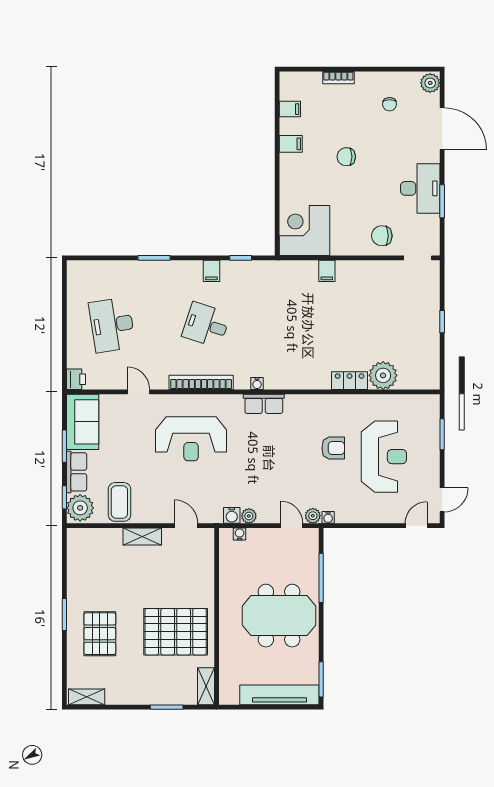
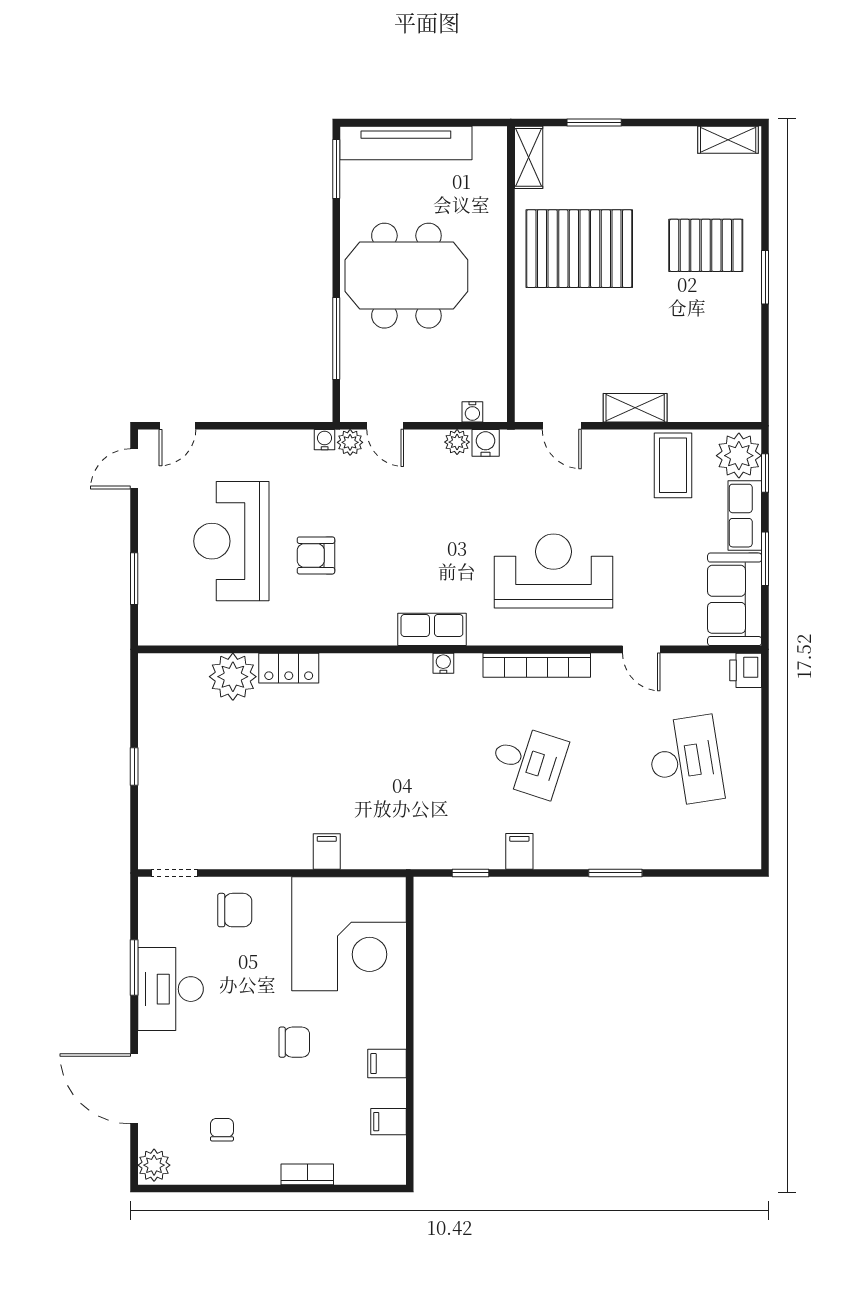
corner desk: (304, 231) -> (349, 934), width x1.36, depth x1.36
pallet: (100, 634) -> (706, 245), turned 90

